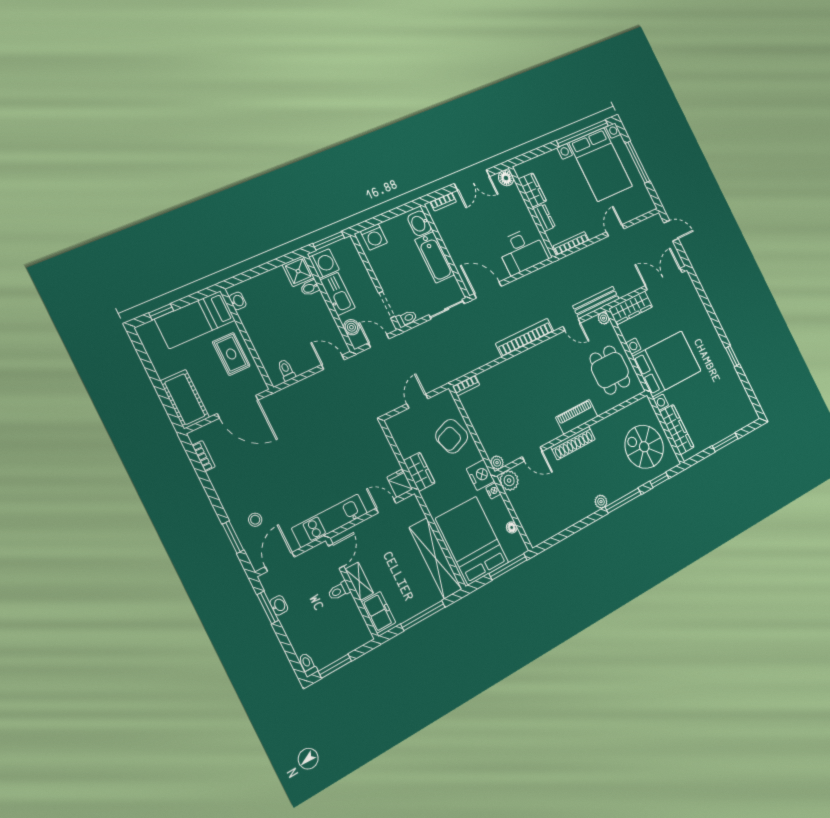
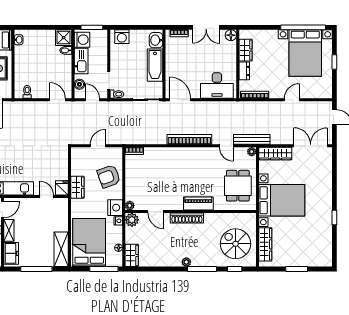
window: (638, 162) -> (334, 62), width x0.46
wardrobe: (533, 529) -> (132, 255), added
shelving: (435, 558) -> (61, 249), width x0.68

